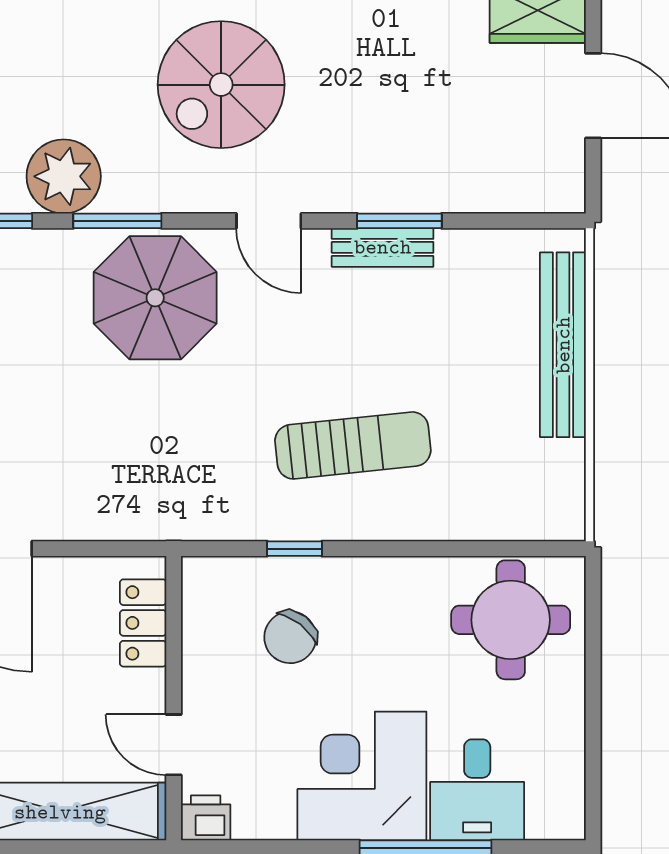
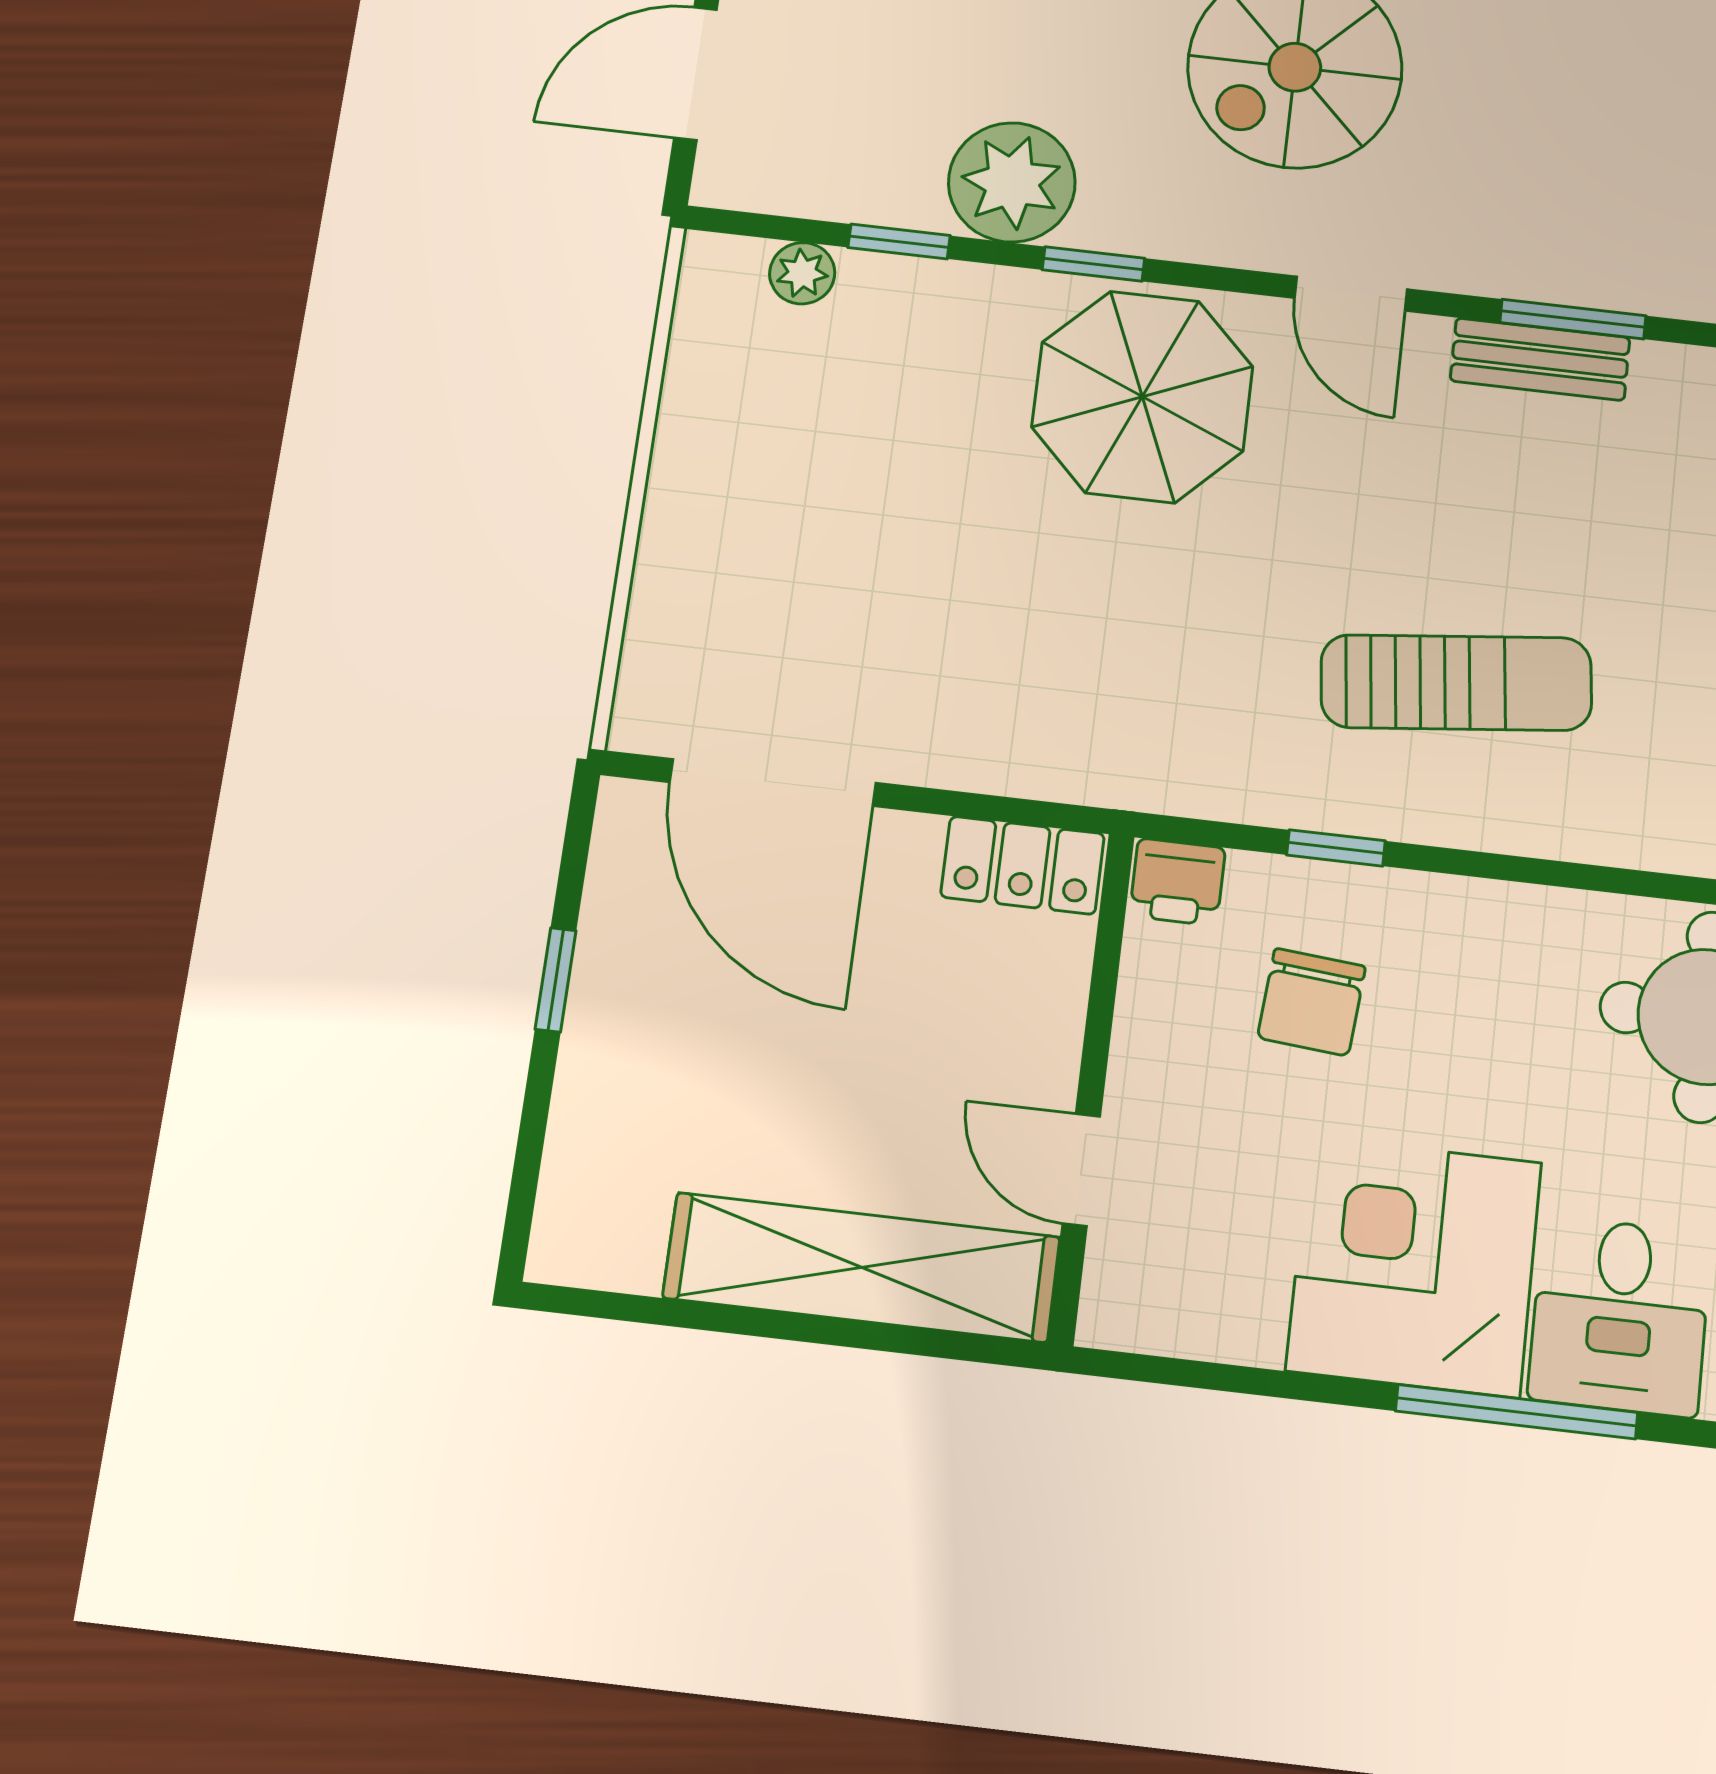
window: (117, 221) -> (1093, 264), width x0.67
locker: (143, 623) -> (1023, 865), moved, turned -90
chair: (290, 637) -> (1311, 1002), turned -33
printer: (206, 818) -> (1177, 882), moved, turned 180

